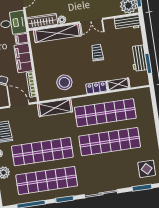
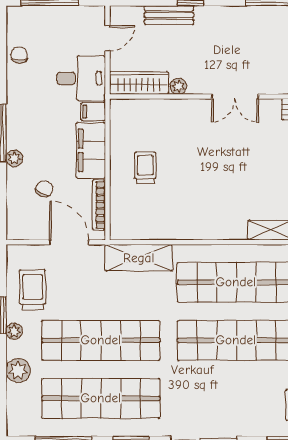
shelving: (57, 33) -> (165, 111), removed
trolley: (97, 53) -> (145, 168), moved
stool: (64, 82) -> (165, 210), removed
locker: (96, 88) -> (226, 230), removed

